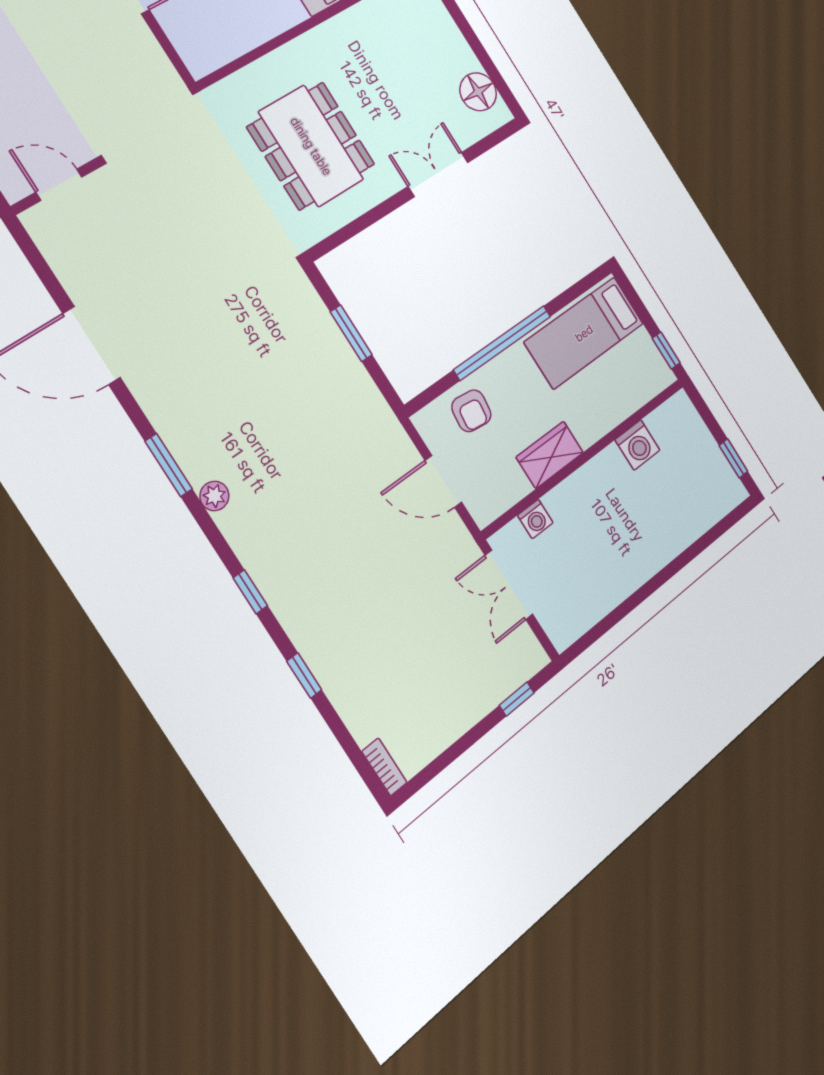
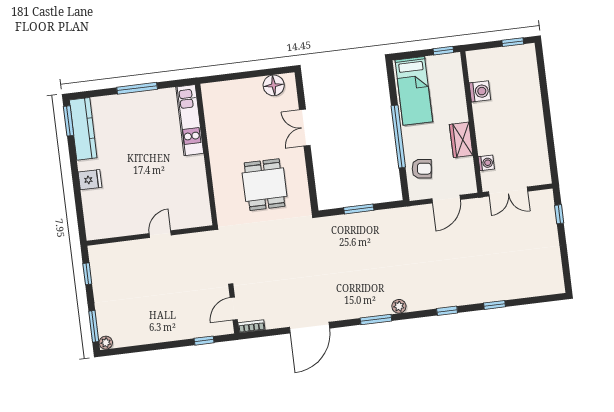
dining table: (311, 146) -> (265, 185), width x0.73
bookcase: (384, 767) -> (251, 326), moved

